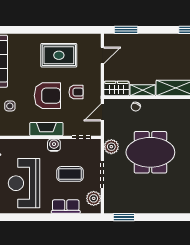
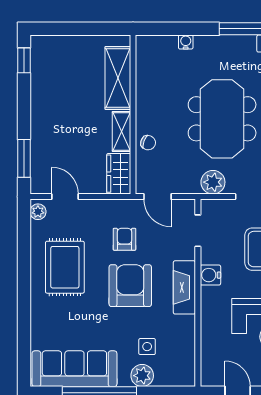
plant: (93, 39) -> (38, 212), added

